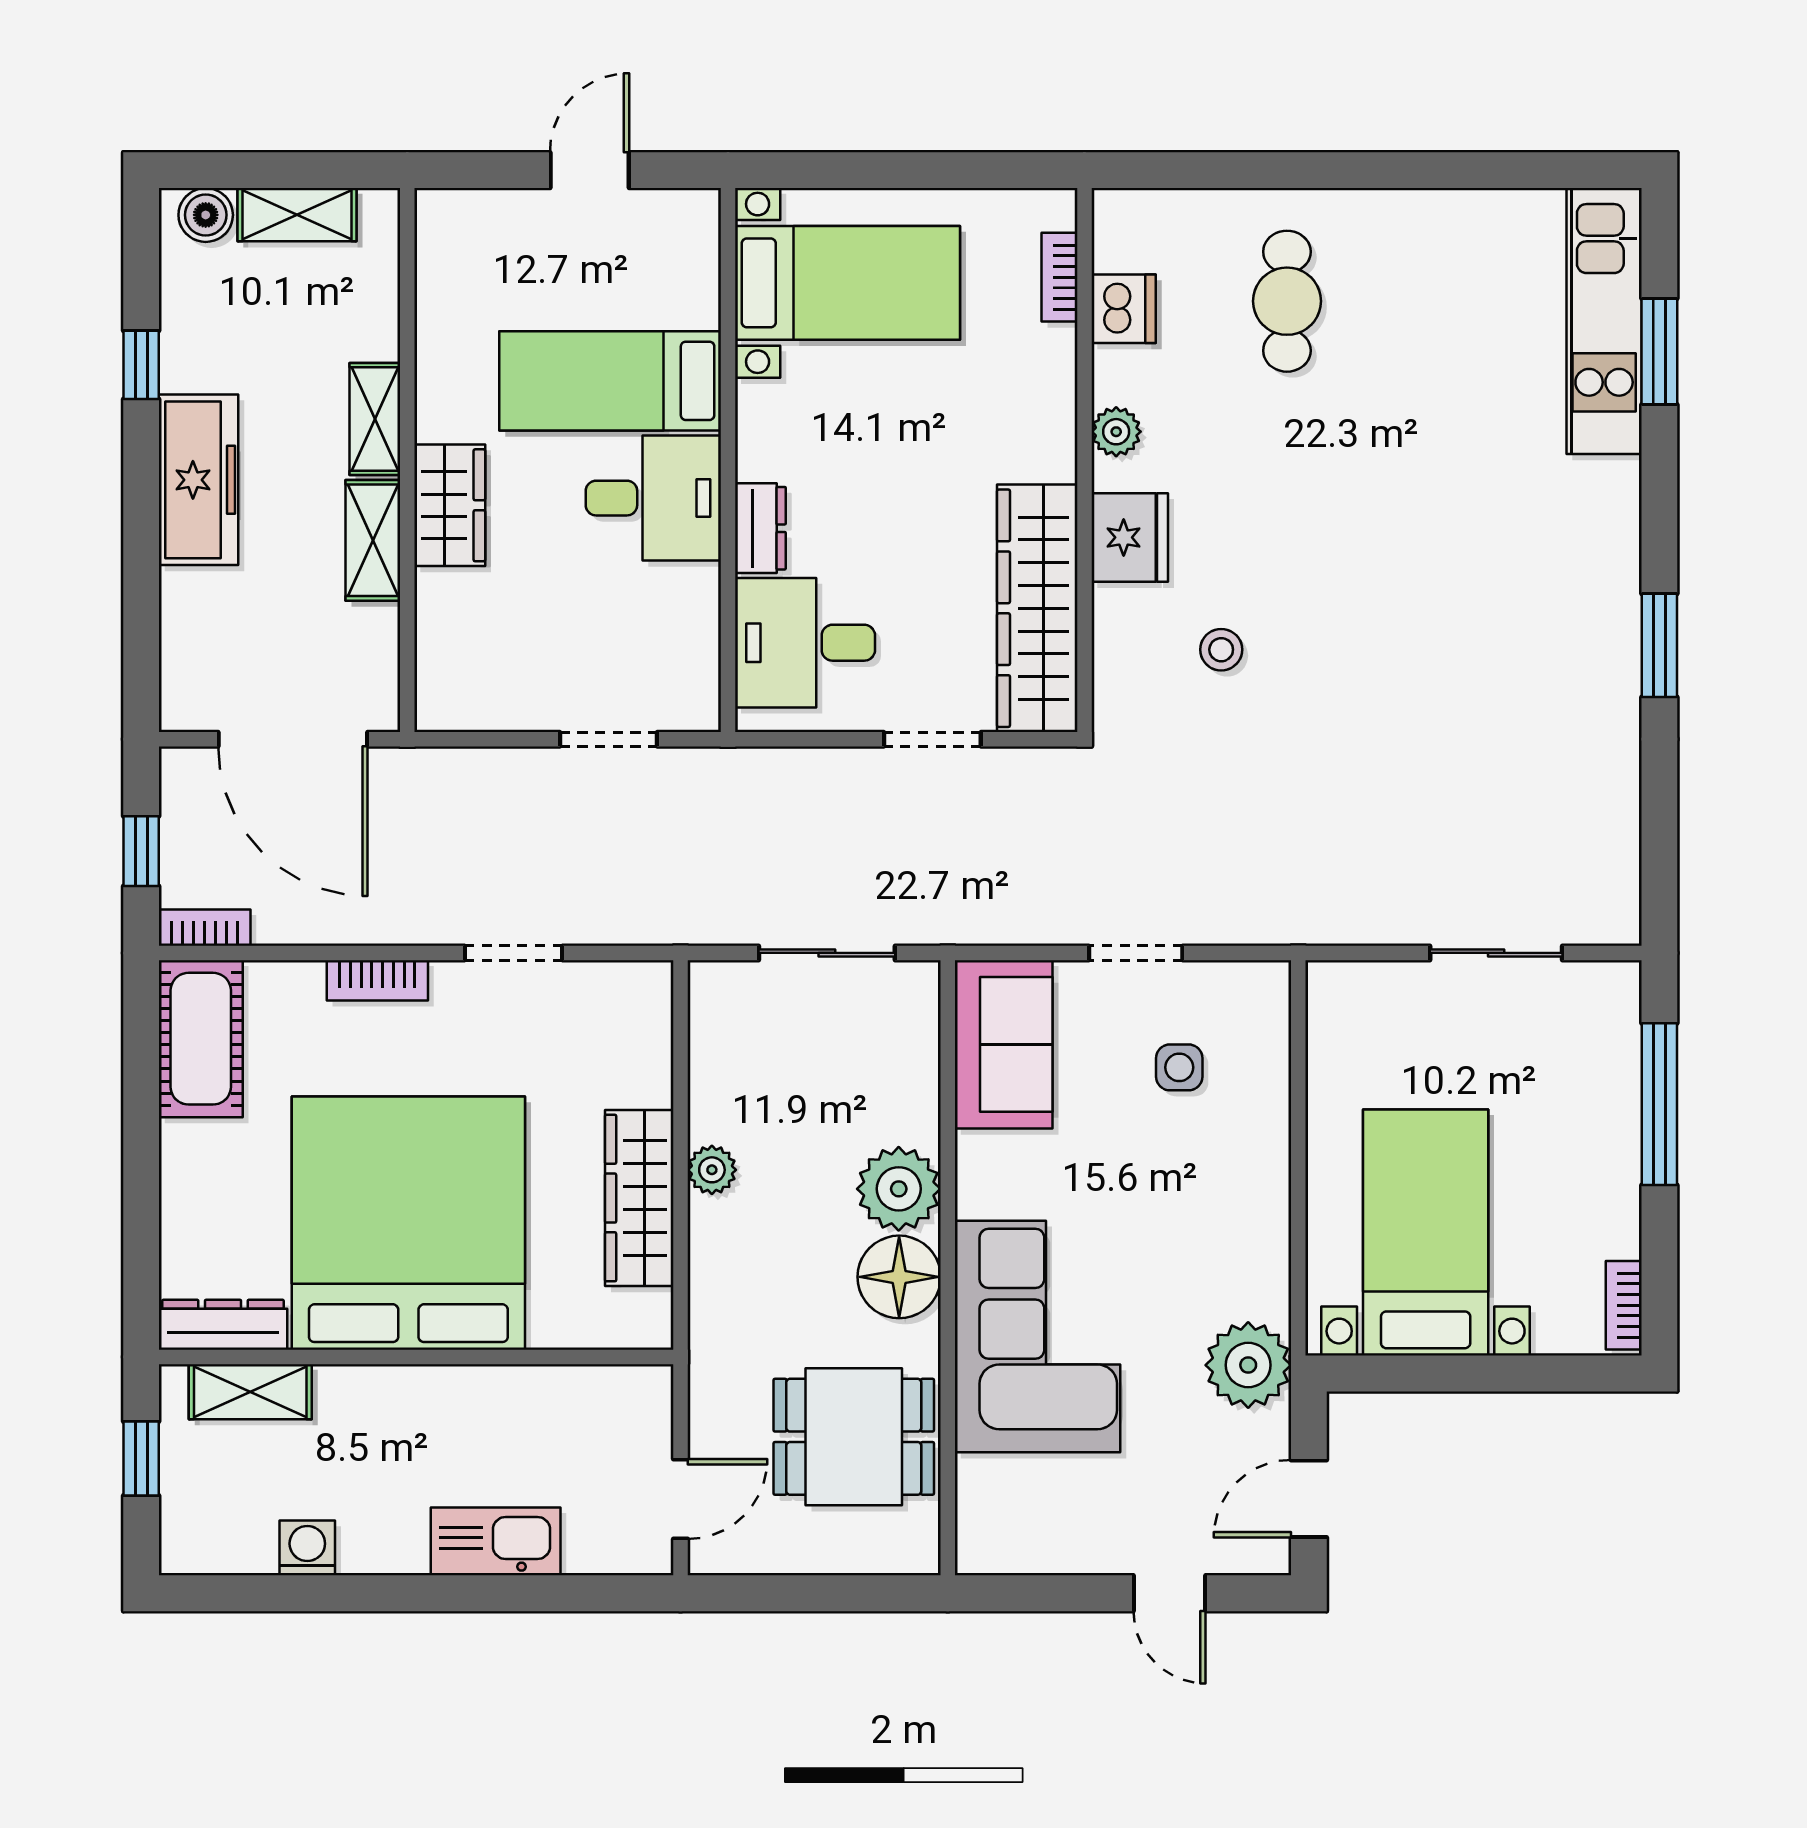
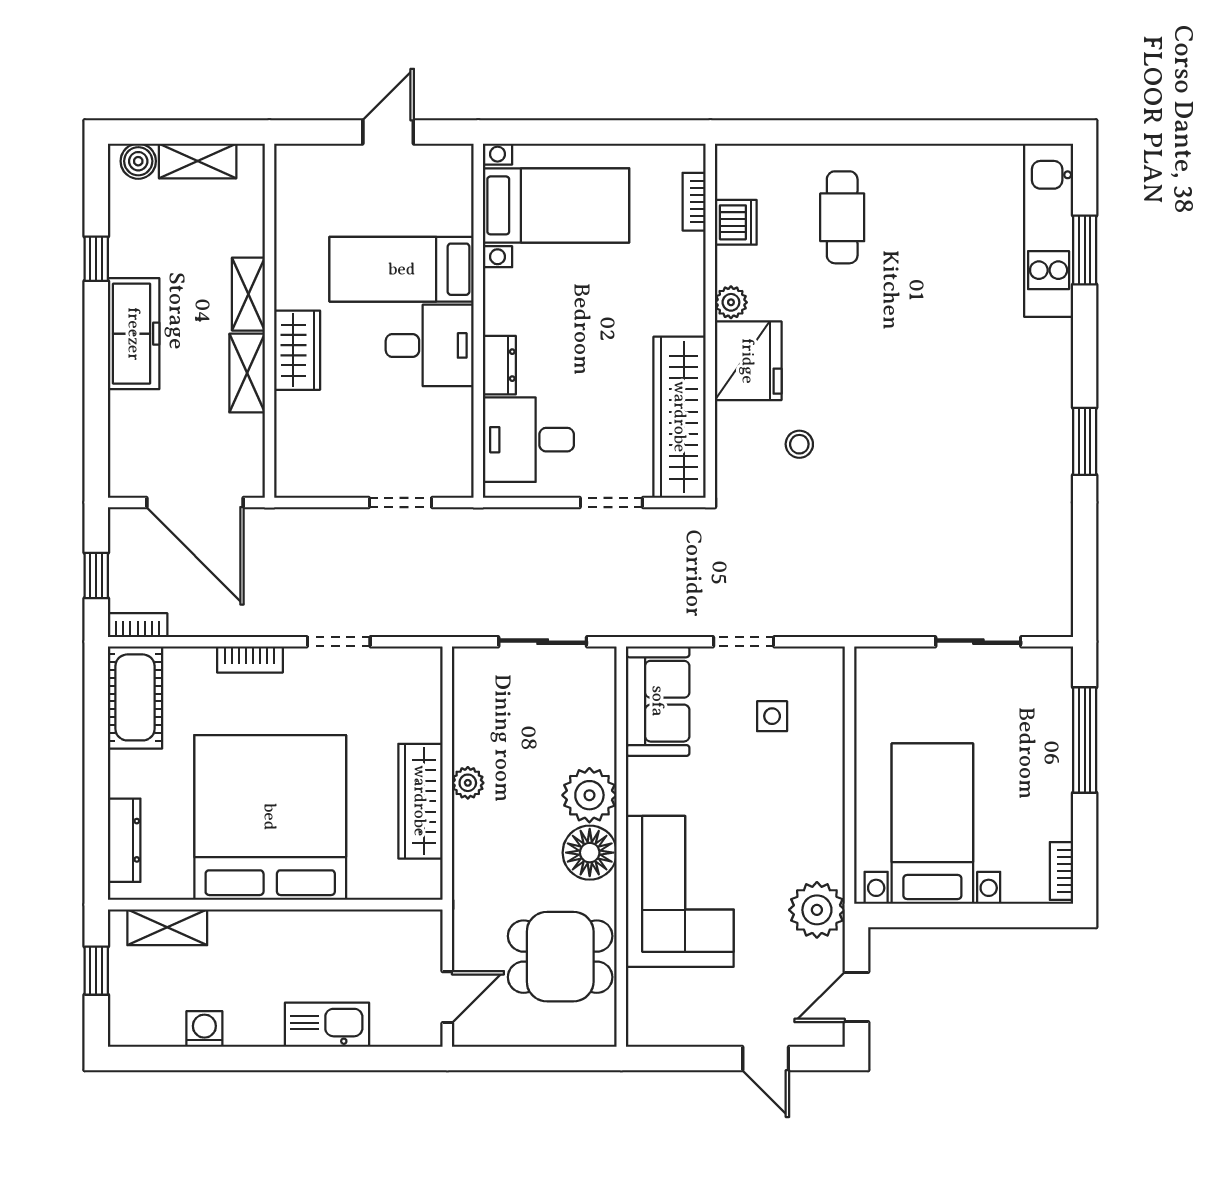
fridge: (1130, 537) -> (748, 361), width x1.36, depth x1.34
dresser: (223, 1325) -> (124, 840), moved, turned 90

